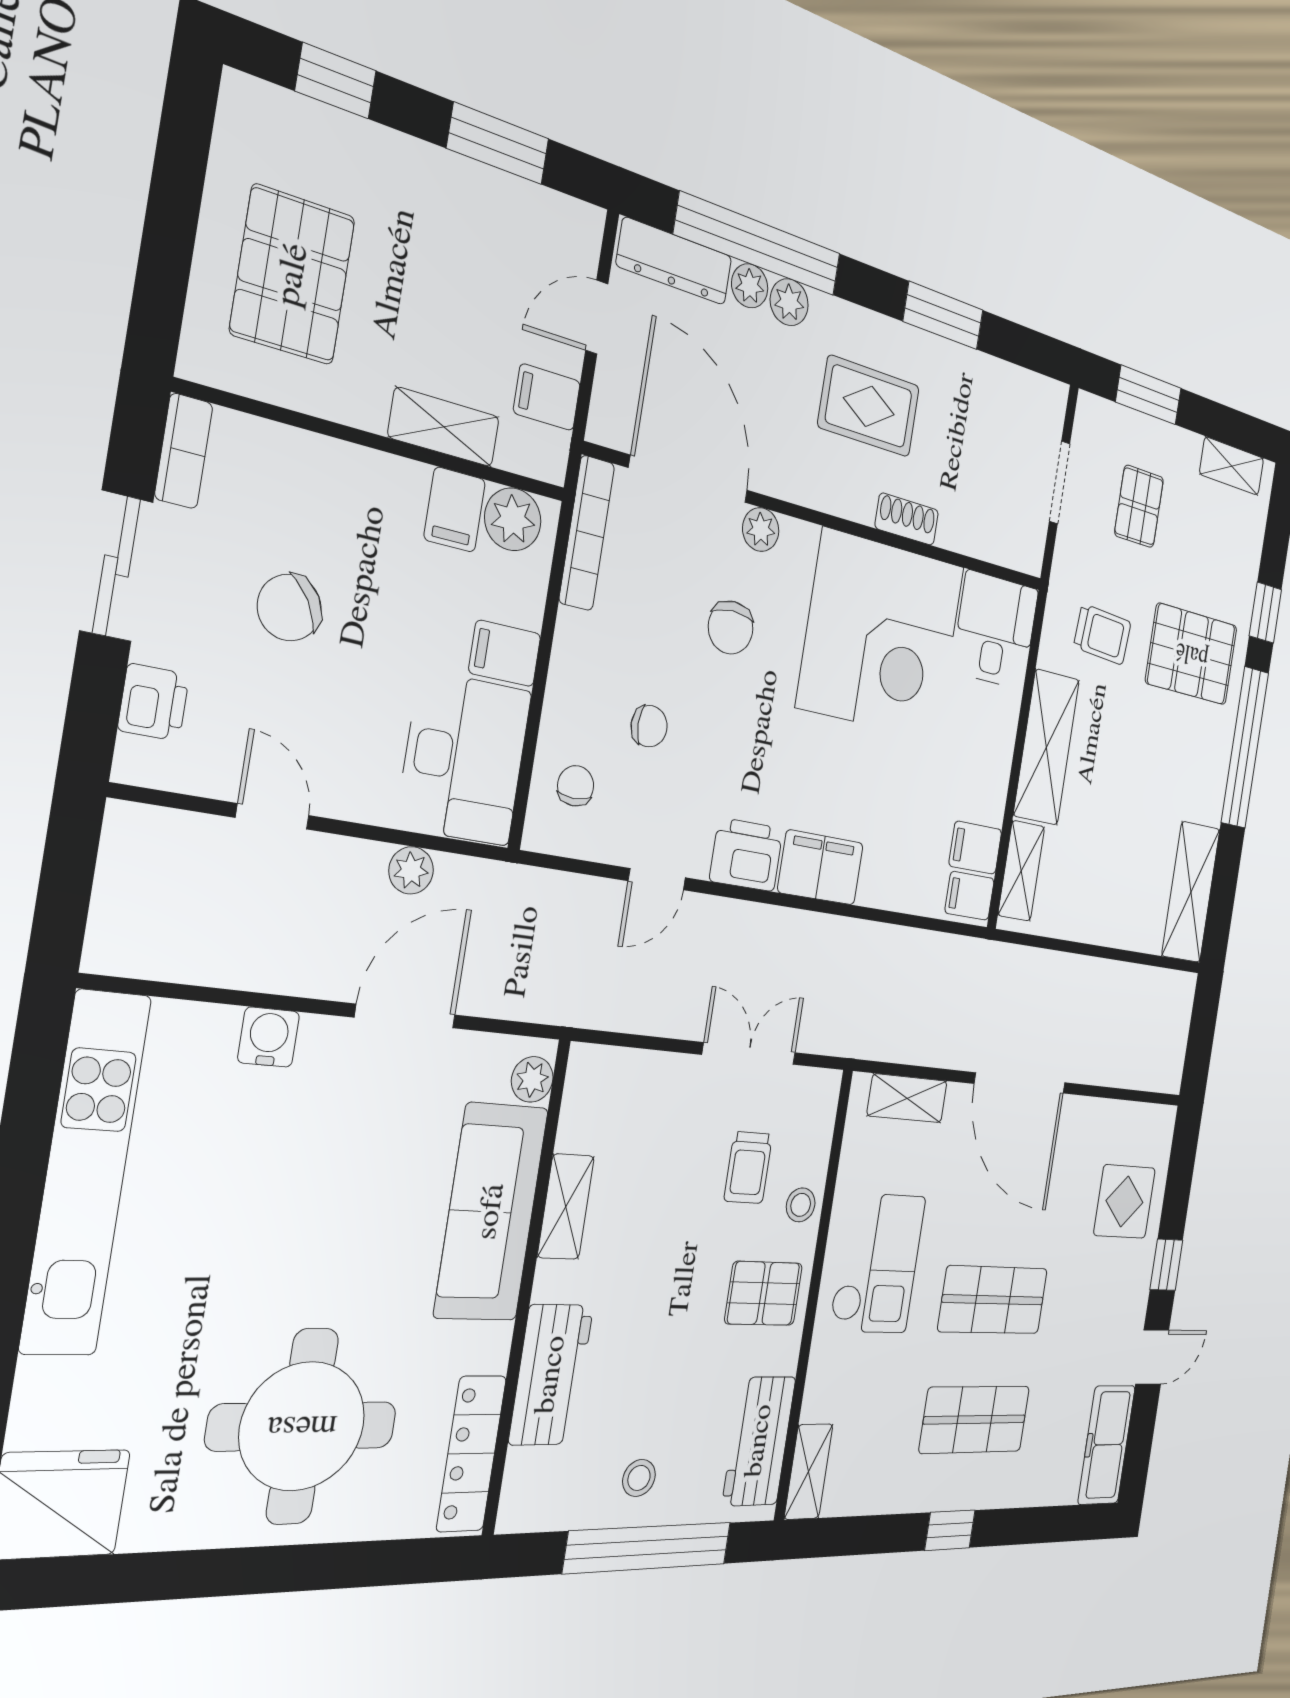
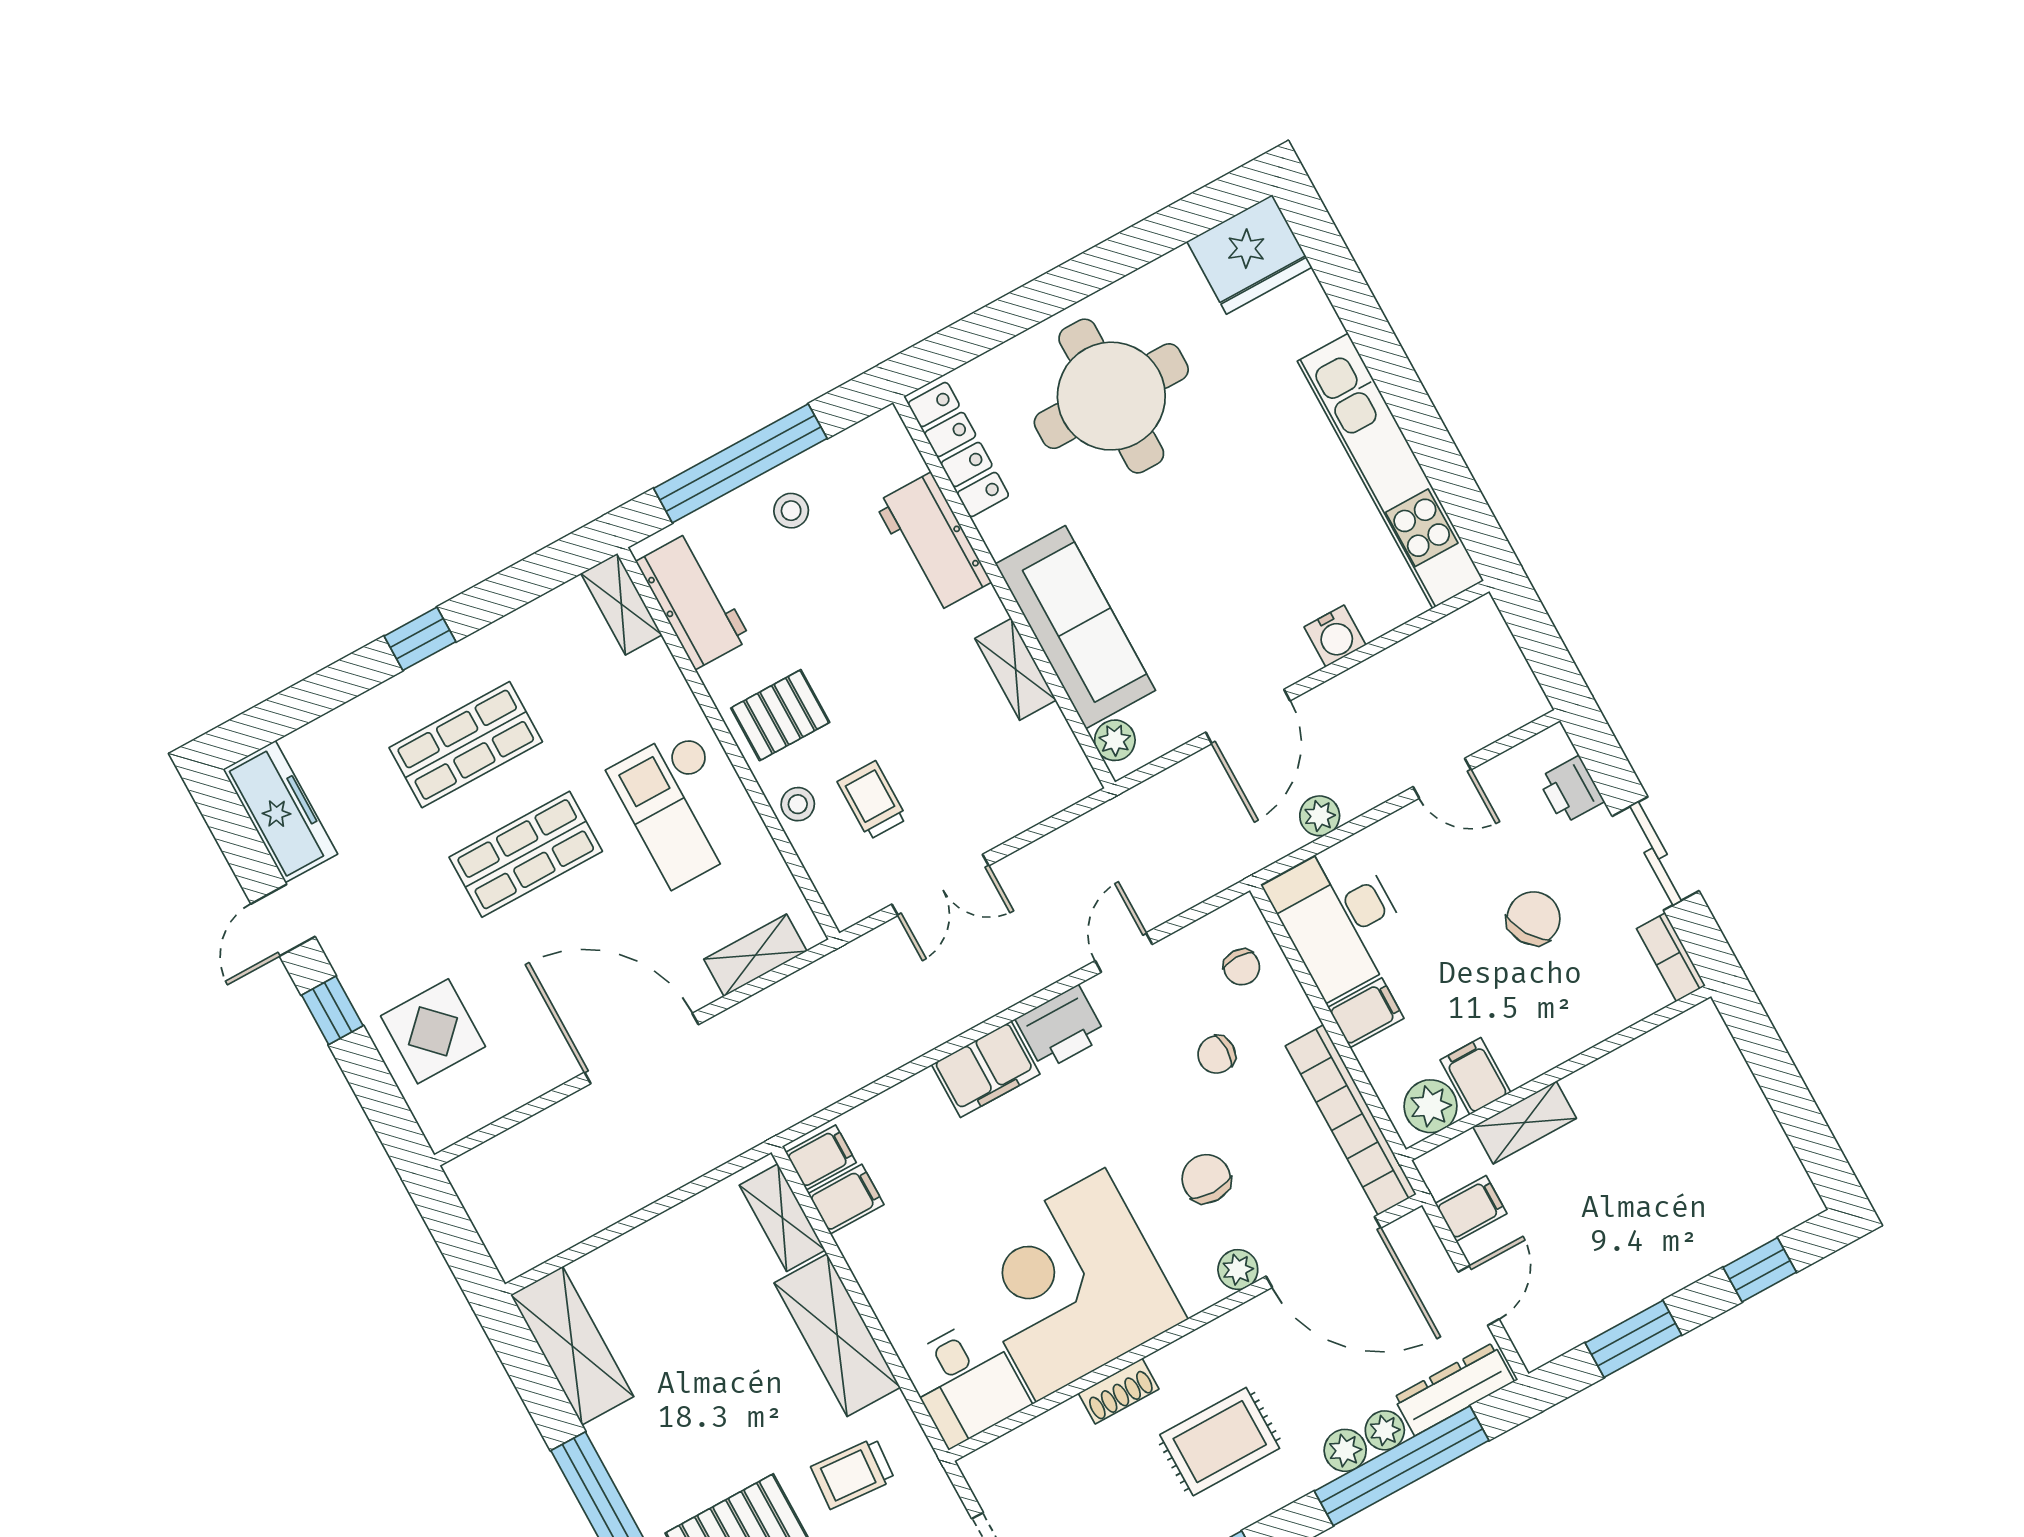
pallet: (293, 275) -> (1692, 1125), removed
bookcase: (587, 533) -> (1351, 1120), width x1.48, depth x1.31

